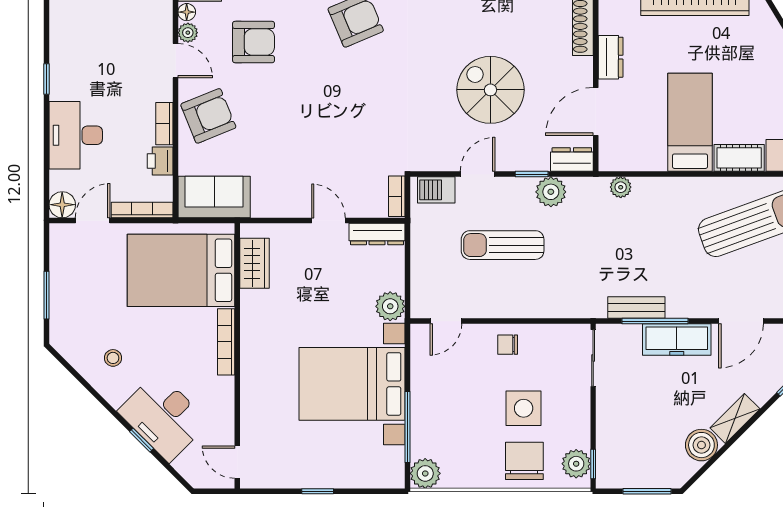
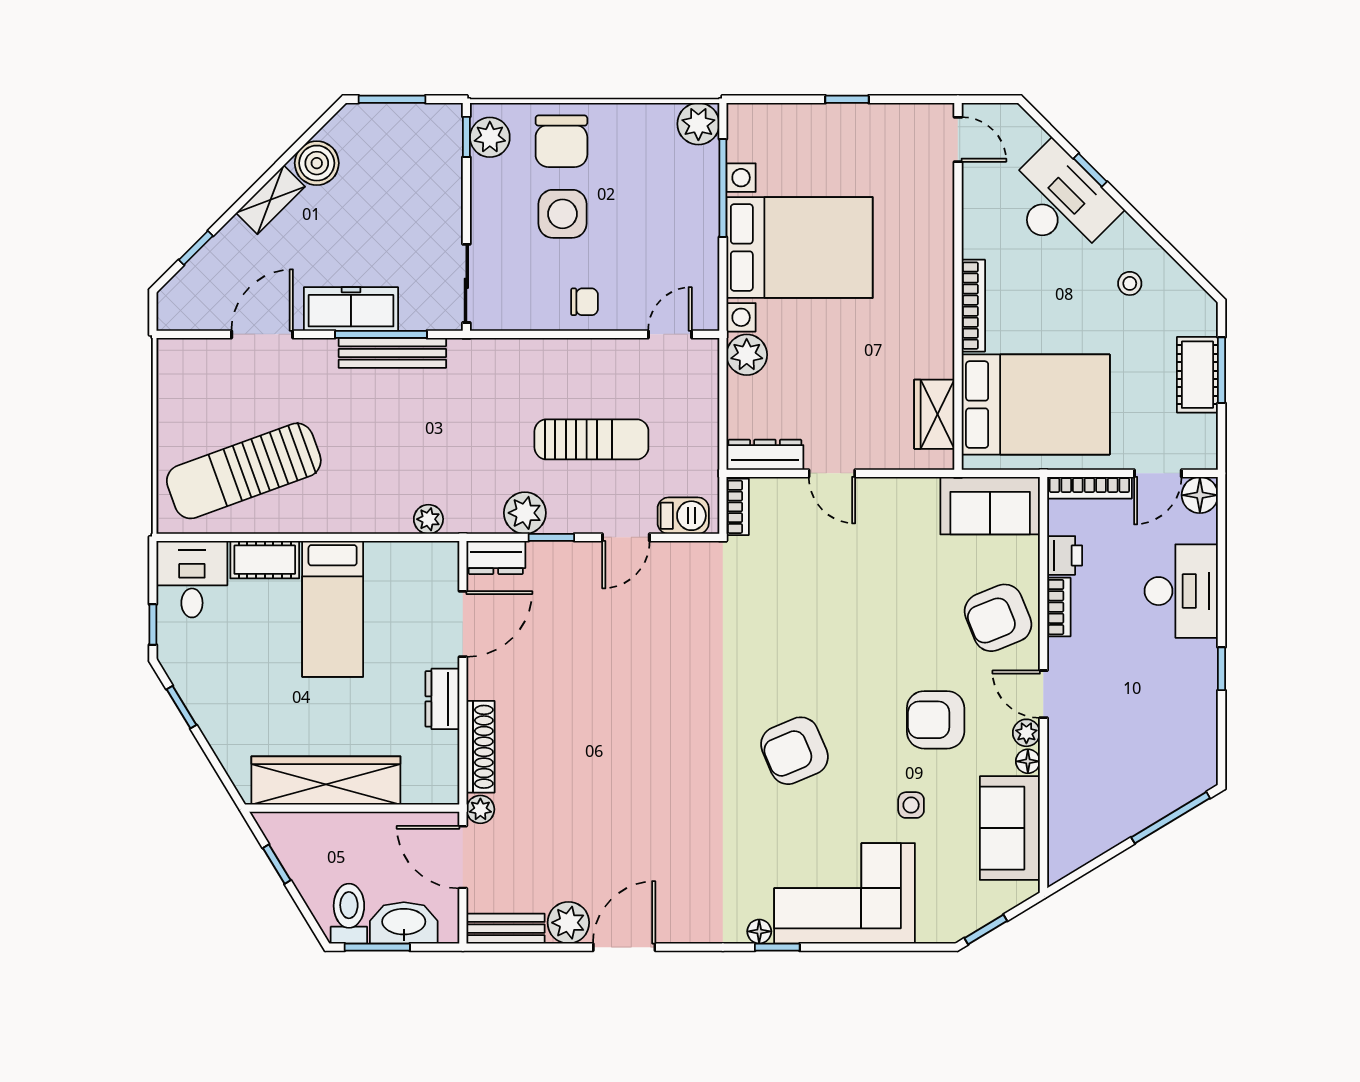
spiral stairs: (490, 90) -> (608, 654), removed
cot: (64, 292) -> (1197, 375), added
bench: (636, 308) -> (392, 353), width x1.36

